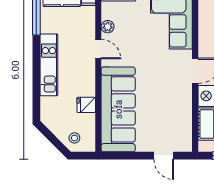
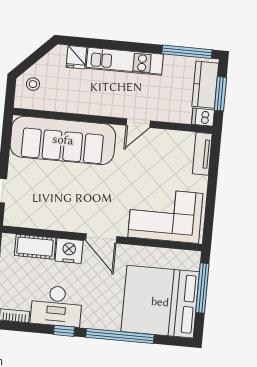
plant: (108, 27) -> (165, 137), removed
fridge: (86, 105) -> (76, 57), moved, turned 180

